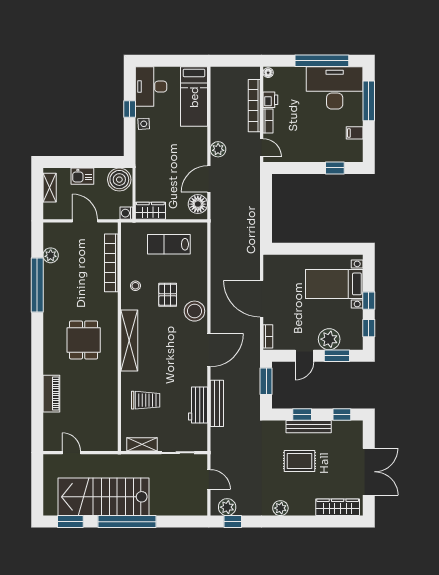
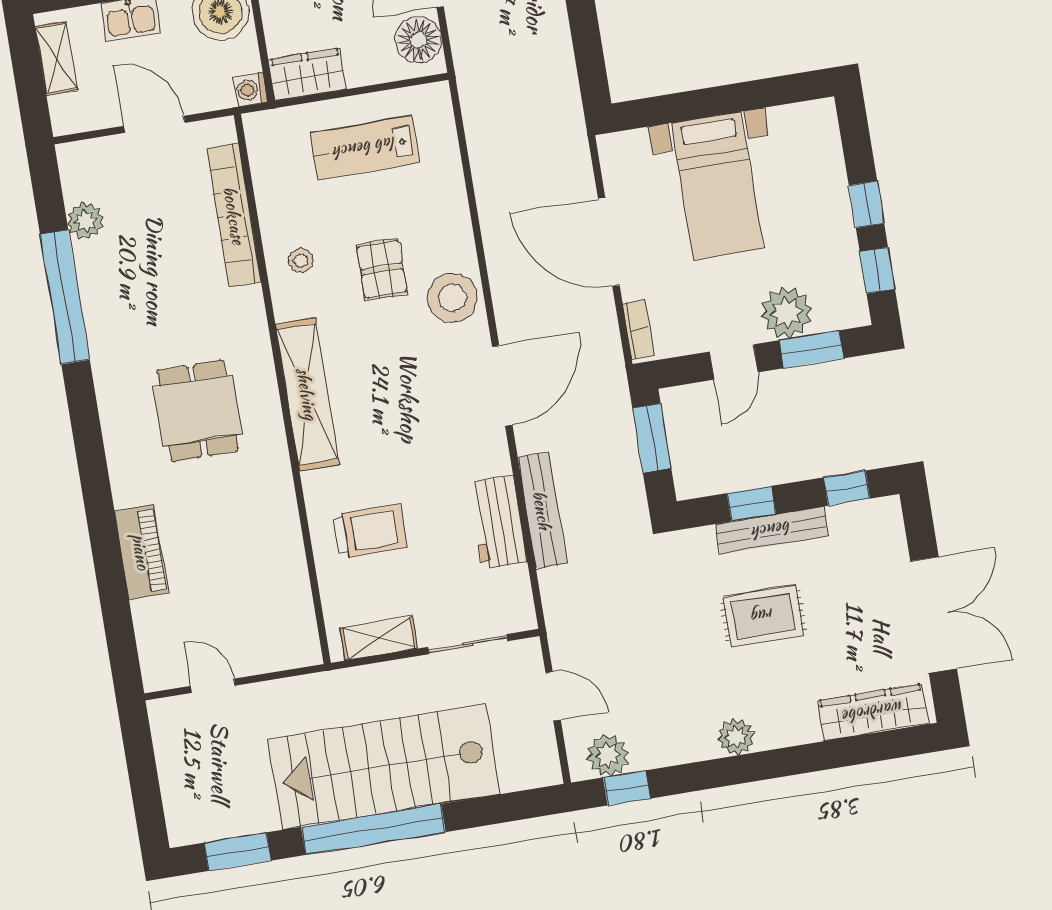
bed with nightstands: (334, 284) -> (717, 186), moved, turned -90
stairs: (103, 497) -> (384, 767), moved

